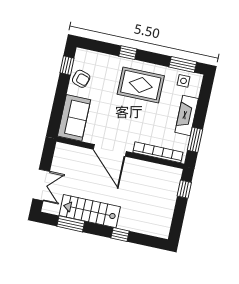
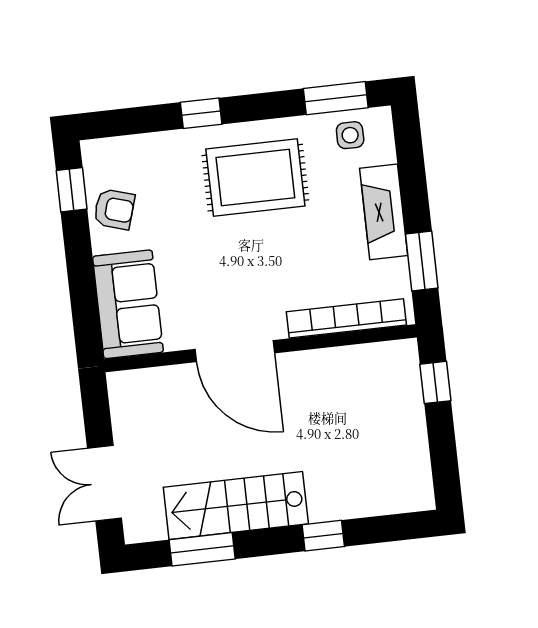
double door: (41, 185) -> (104, 483), swing flipped

